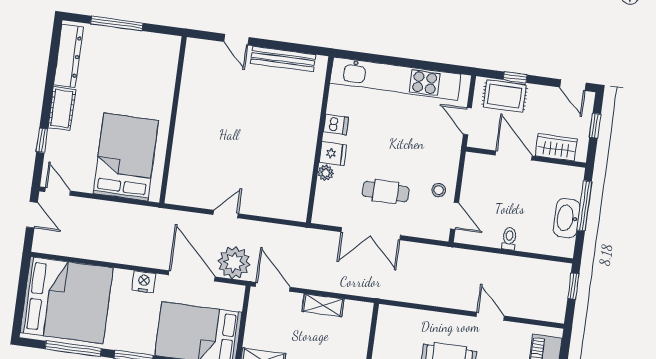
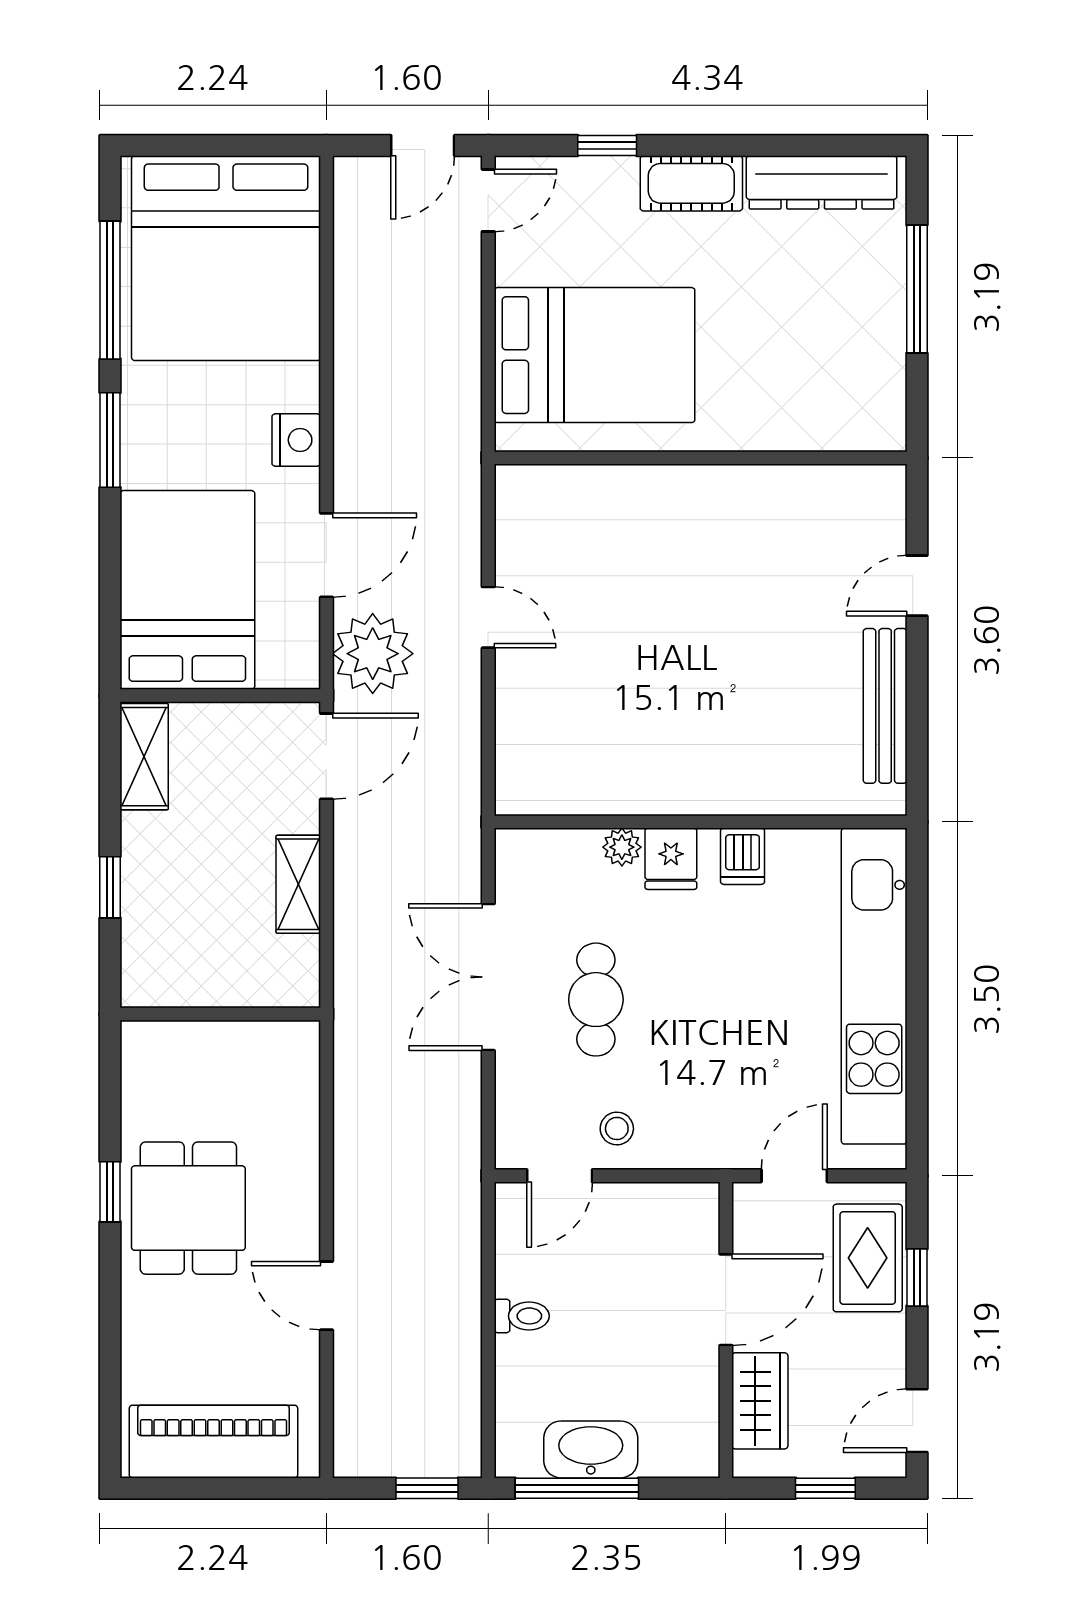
window: (584, 206) -> (577, 1488), moved
door: (192, 276) -> (326, 555), width x0.73
door: (490, 316) -> (326, 1296), swing flipped

